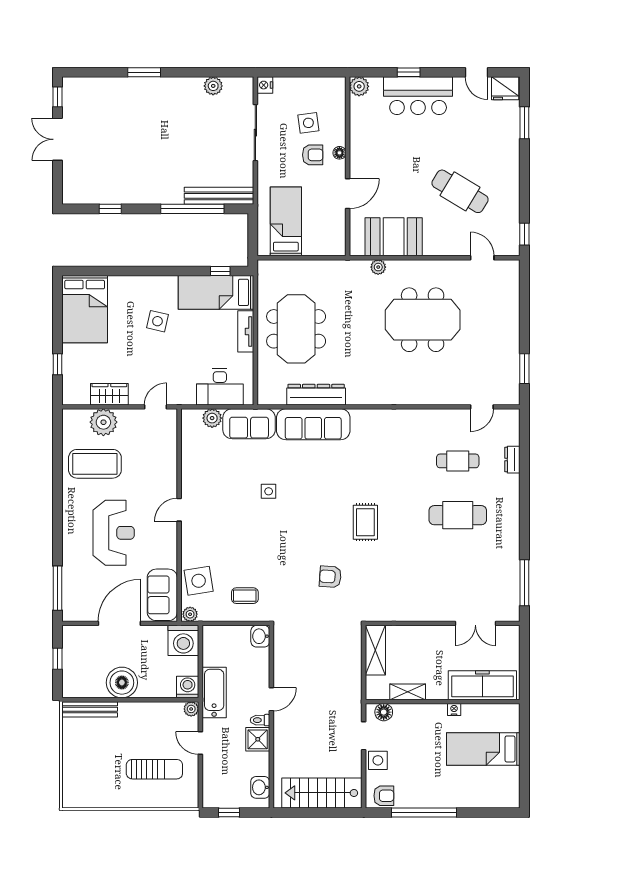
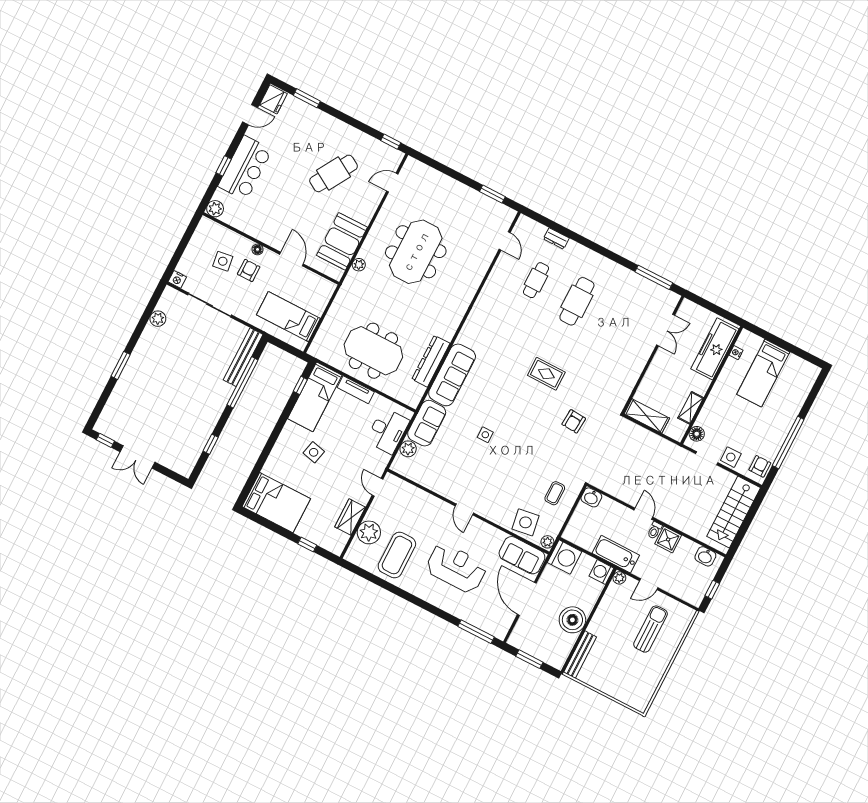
window: (57, 659) -> (529, 659), width x1.50
nightstand: (454, 709) -> (736, 353), moved

